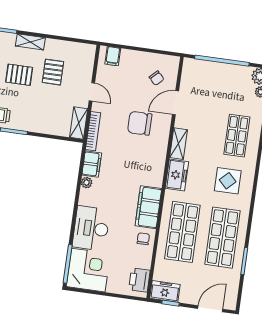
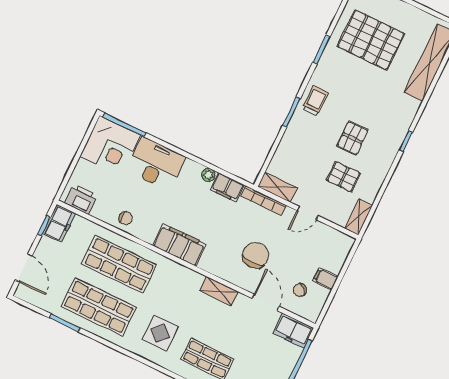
shelving: (30, 42) -> (359, 217), moved
filing cabinet: (113, 56) -> (326, 279), moved
freezer: (177, 175) -> (293, 330), moved
filing cabinet: (148, 207) -> (180, 245), moved

